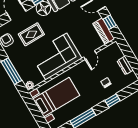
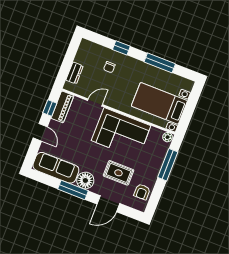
dresser: (125, 66) -> (75, 73), moved

